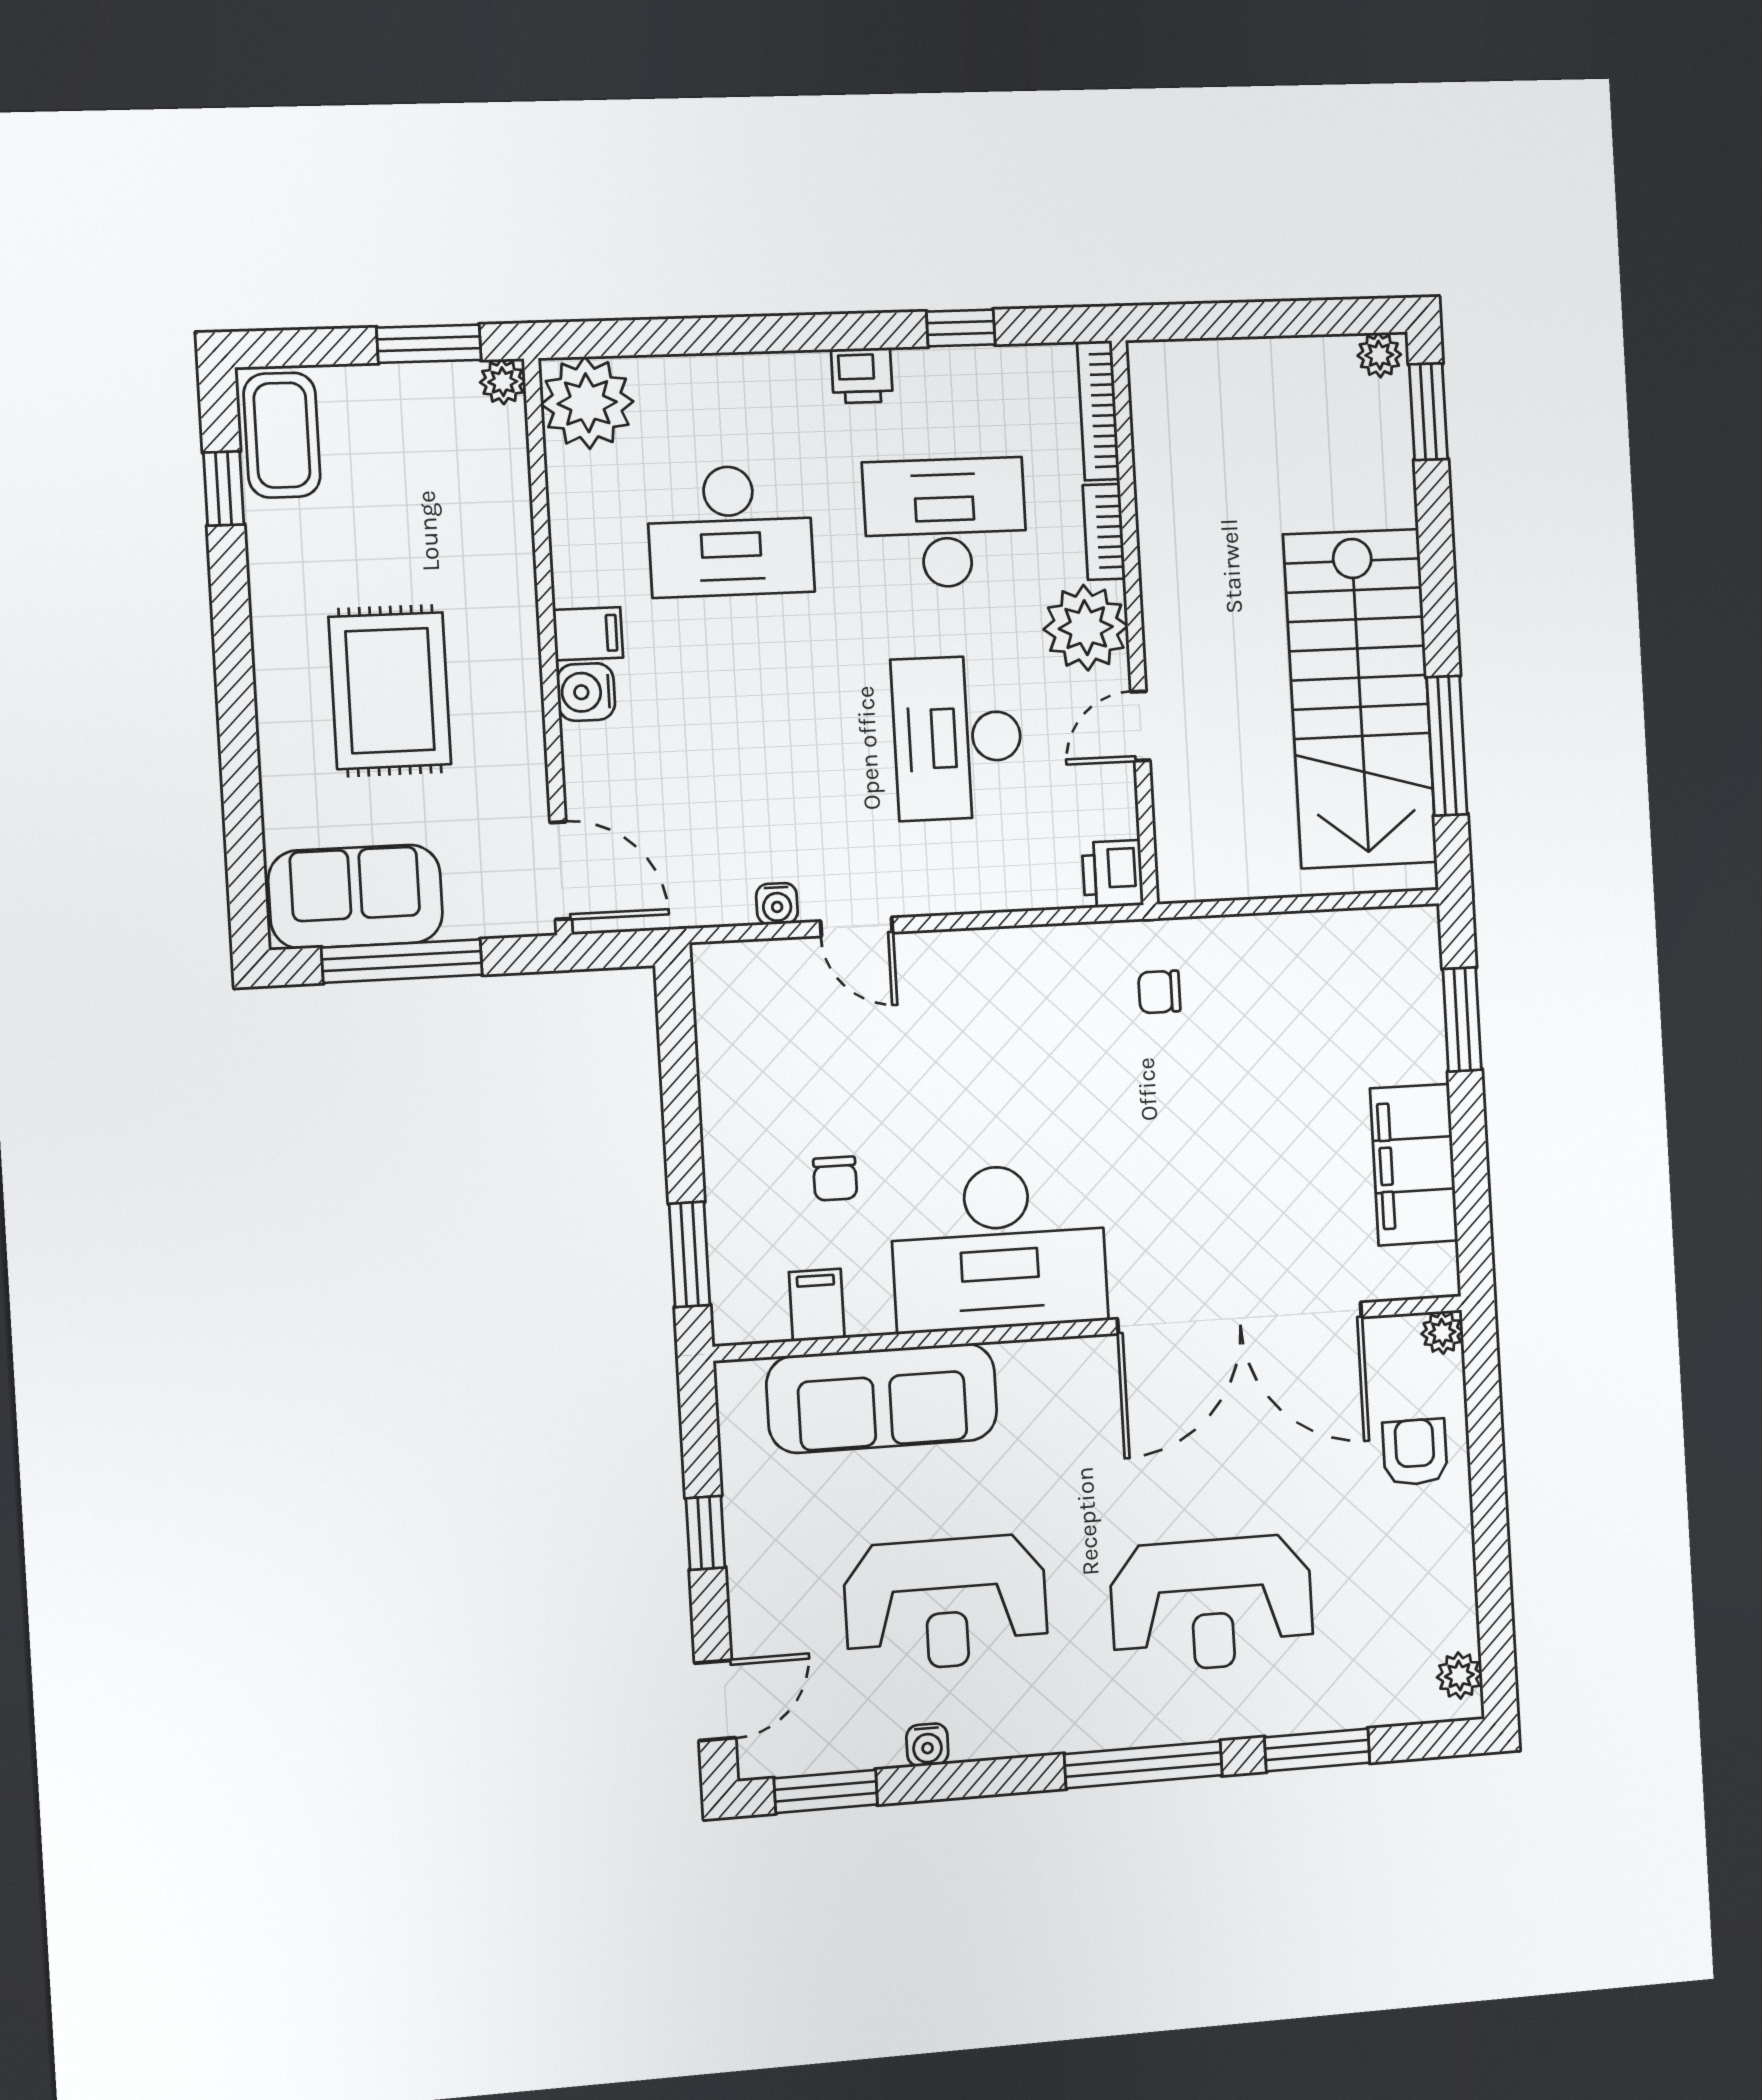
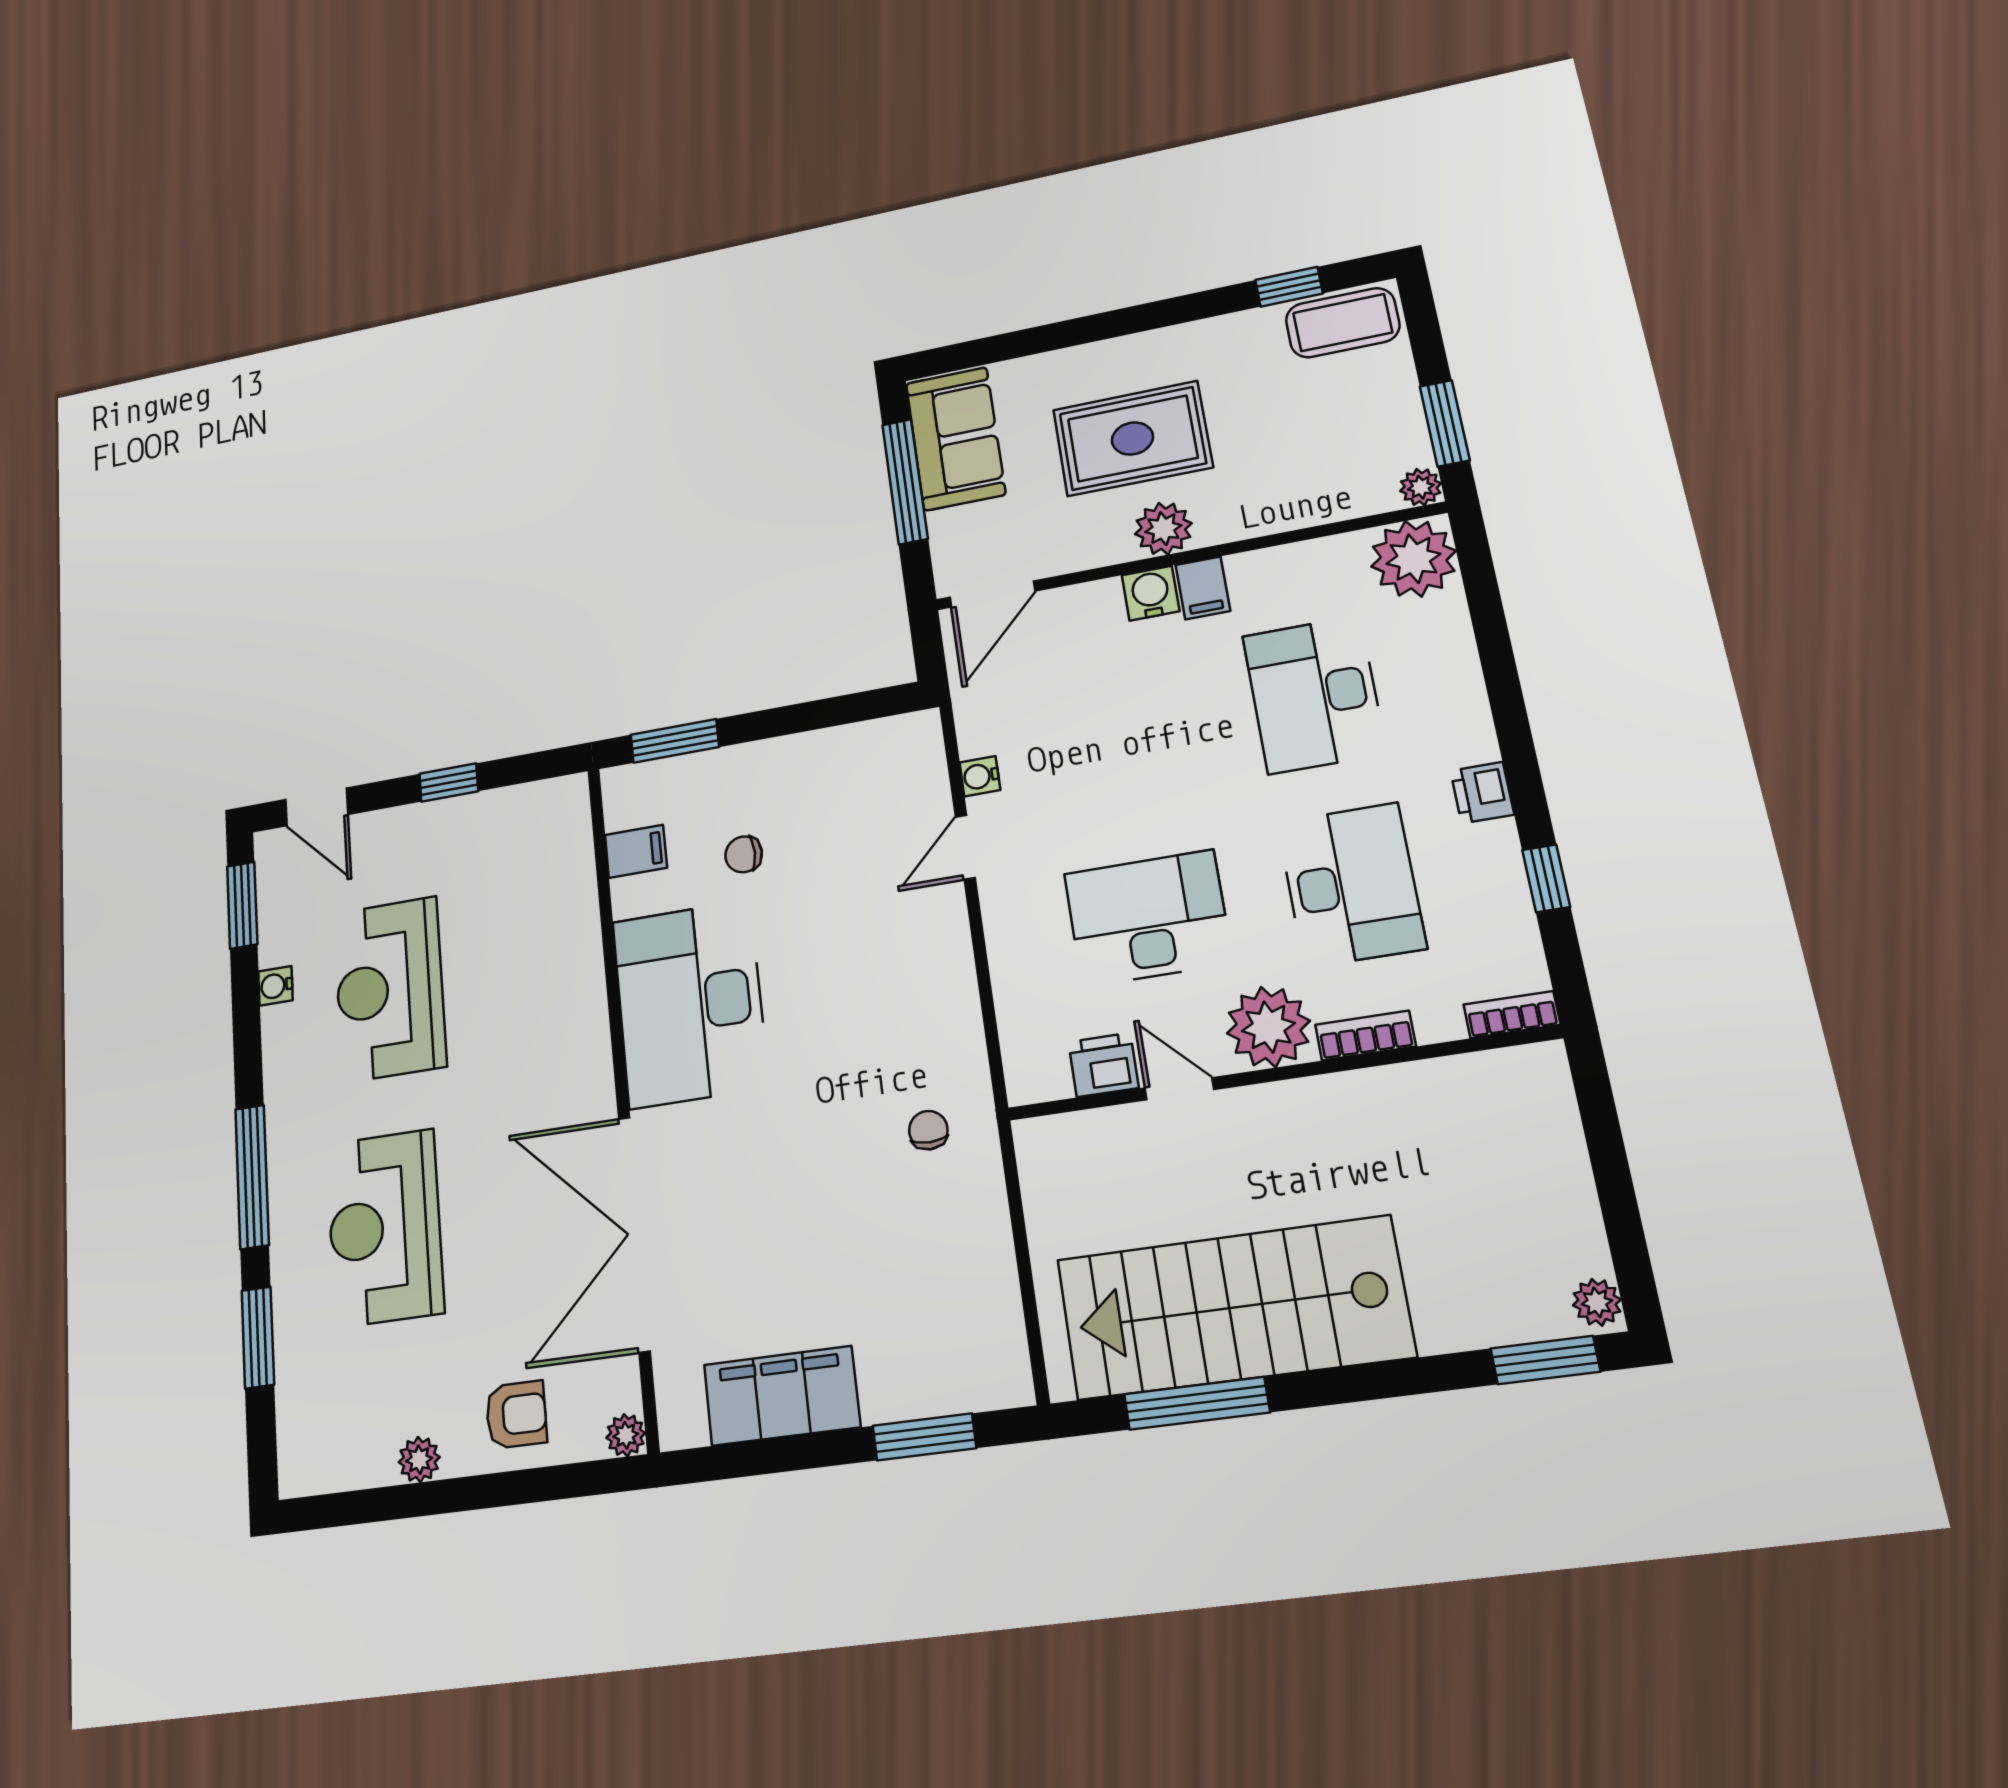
bookcase: (1098, 411) -> (1512, 1015), width x0.64
plant: (509, 669) -> (1163, 529), added
printer: (1113, 874) -> (1103, 1065), moved
sofa: (882, 1398) -> (559, 916), removed
plant: (1459, 1676) -> (419, 1460), moved

